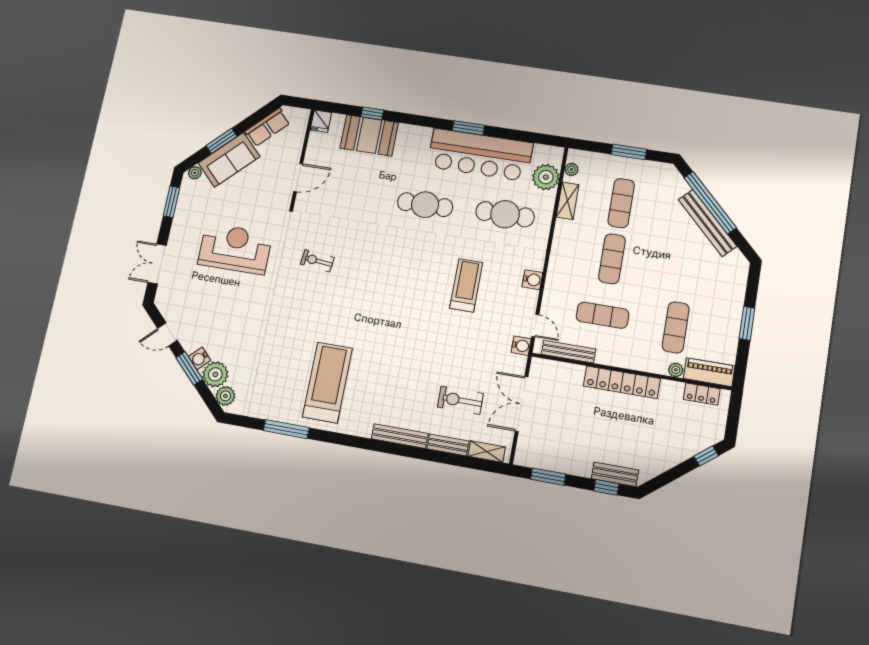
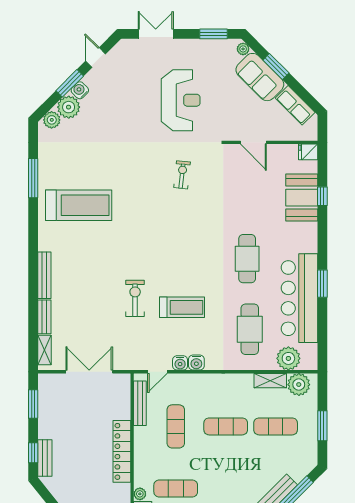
plant: (572, 169) -> (299, 385), width x1.88, depth x1.88
water cooler: (521, 346) -> (180, 363), moved
exercise bike: (460, 400) -> (135, 298), moved

